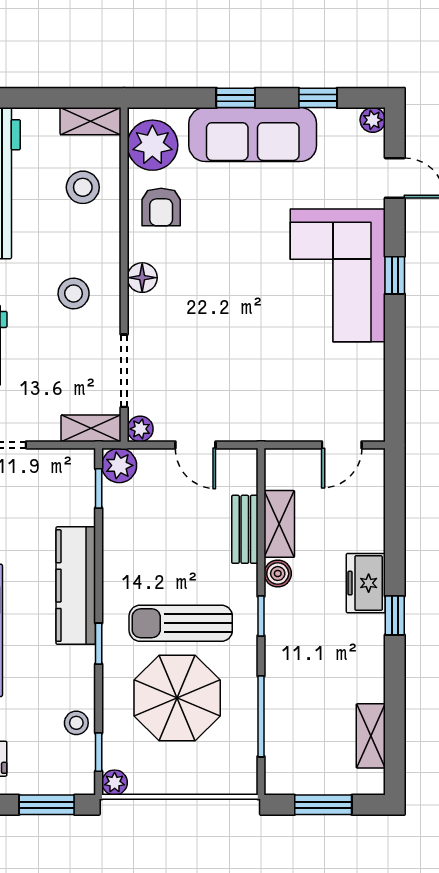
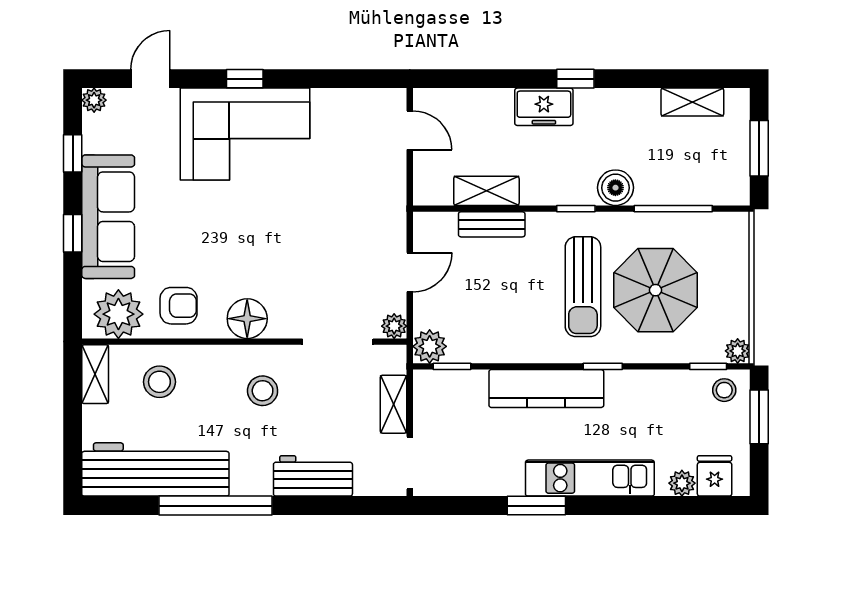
floor lamp: (142, 278) -> (247, 319), width x1.38, depth x1.38
shelving: (91, 428) -> (394, 404), moved
boiler: (278, 574) -> (615, 188), moved, width x1.36, depth x1.36
stool: (76, 723) -> (724, 390), moved

